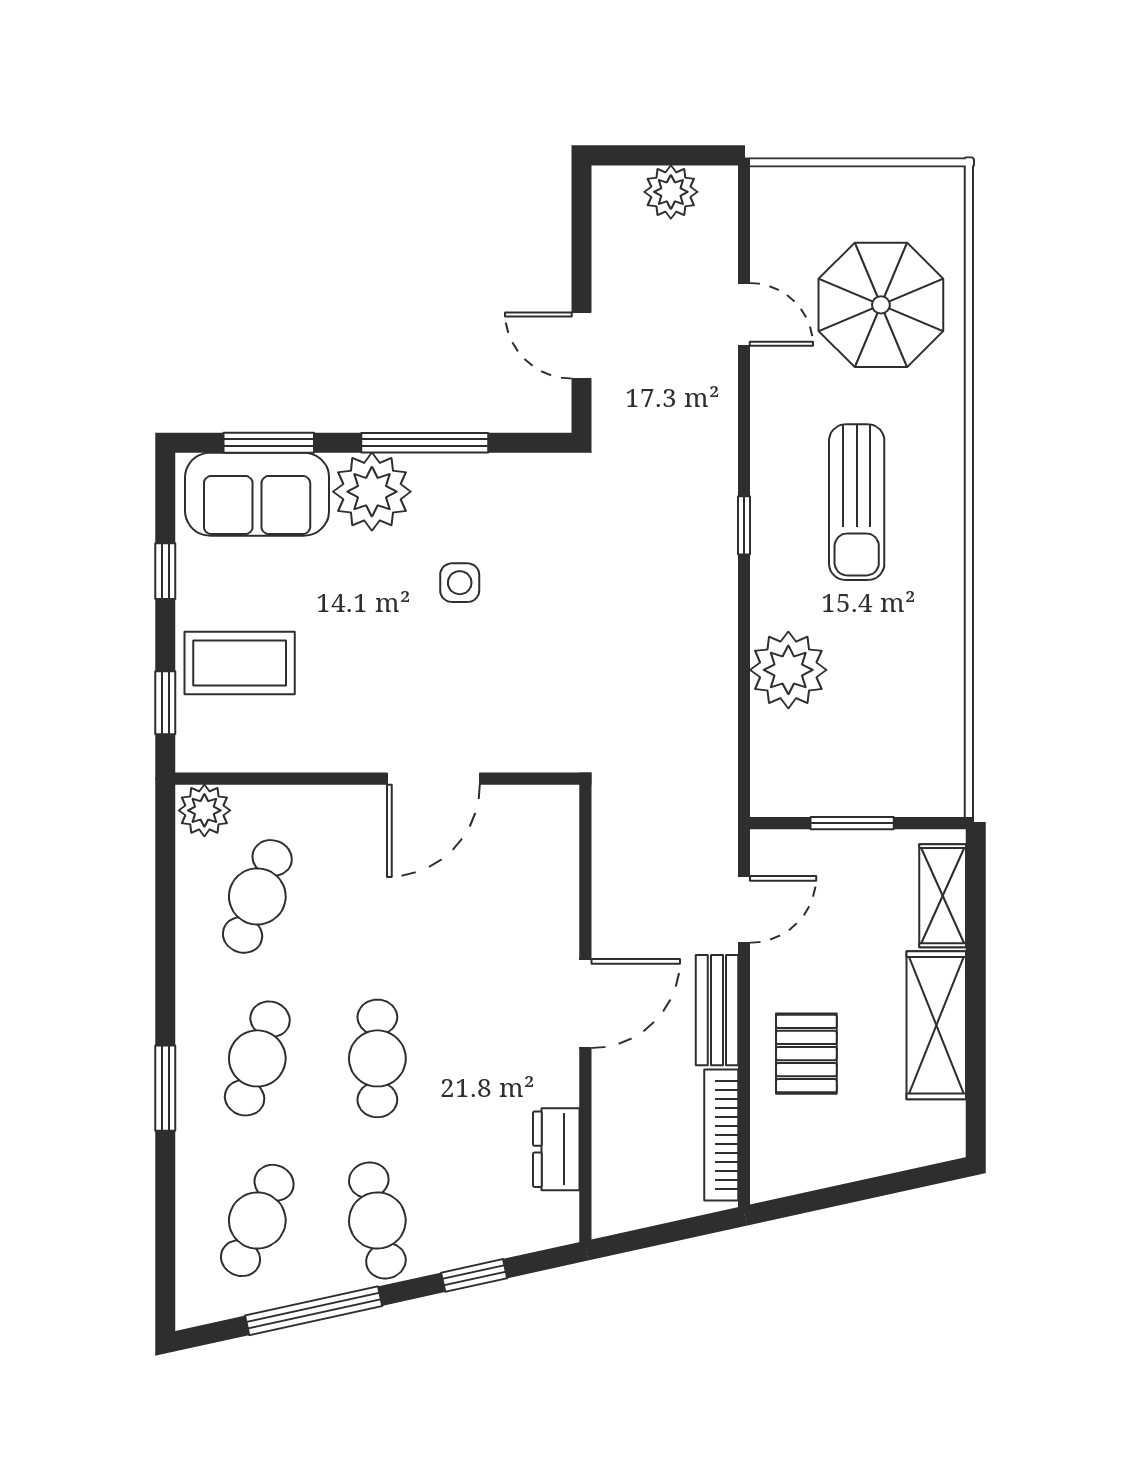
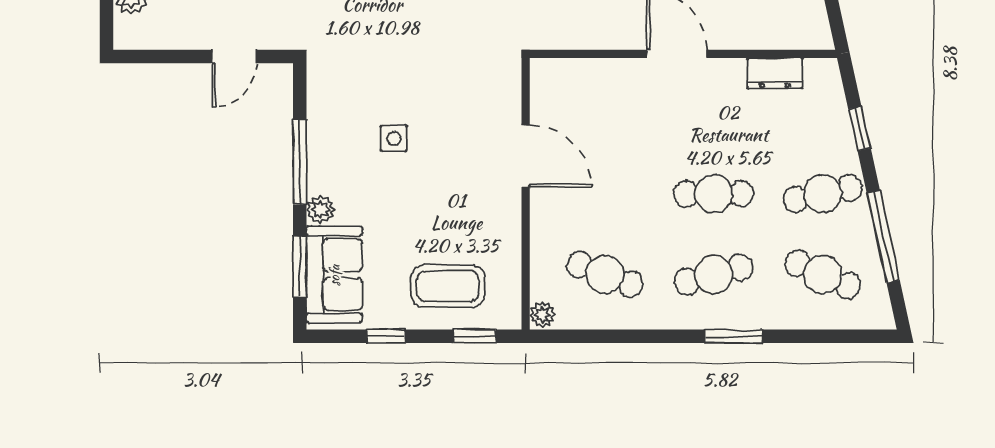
plant: (372, 492) -> (320, 210), width x0.53, depth x0.53
coffee table: (240, 663) -> (448, 286), turned 90
plant: (204, 810) -> (542, 315), width x0.73, depth x0.73
cafe table: (257, 1058) -> (714, 274), turned -33

